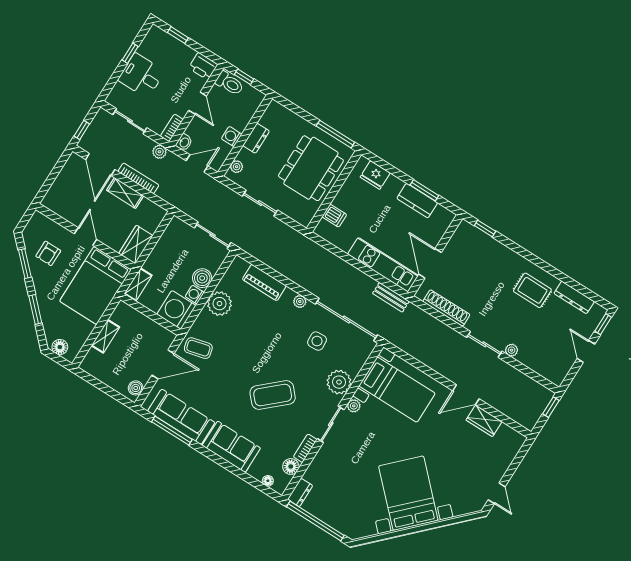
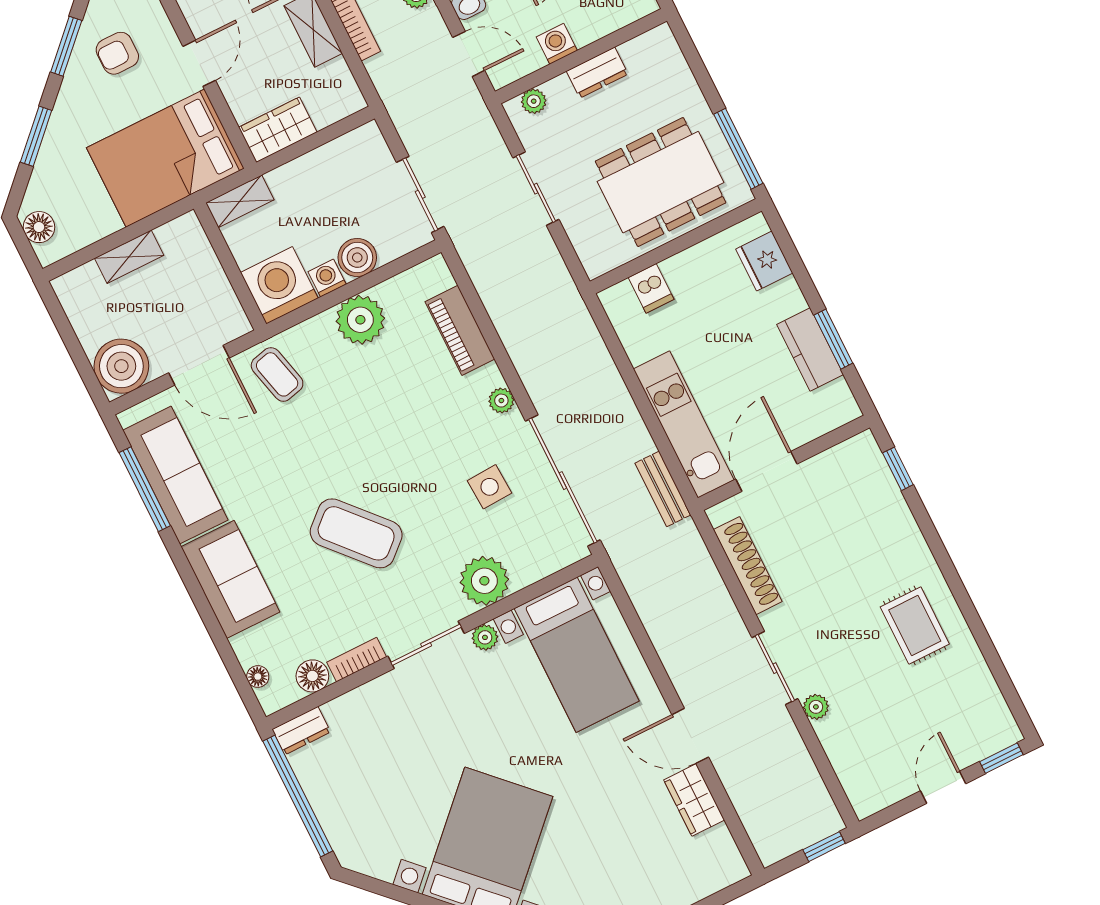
dresser: (574, 297) -> (979, 682), removed
boiler: (136, 388) -> (121, 366), width x1.86, depth x1.86

